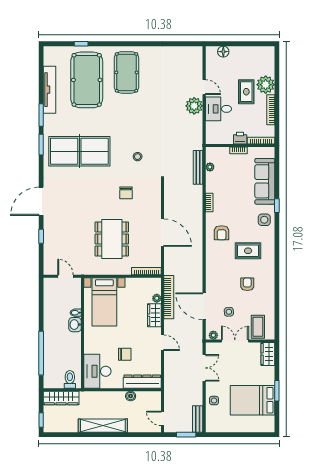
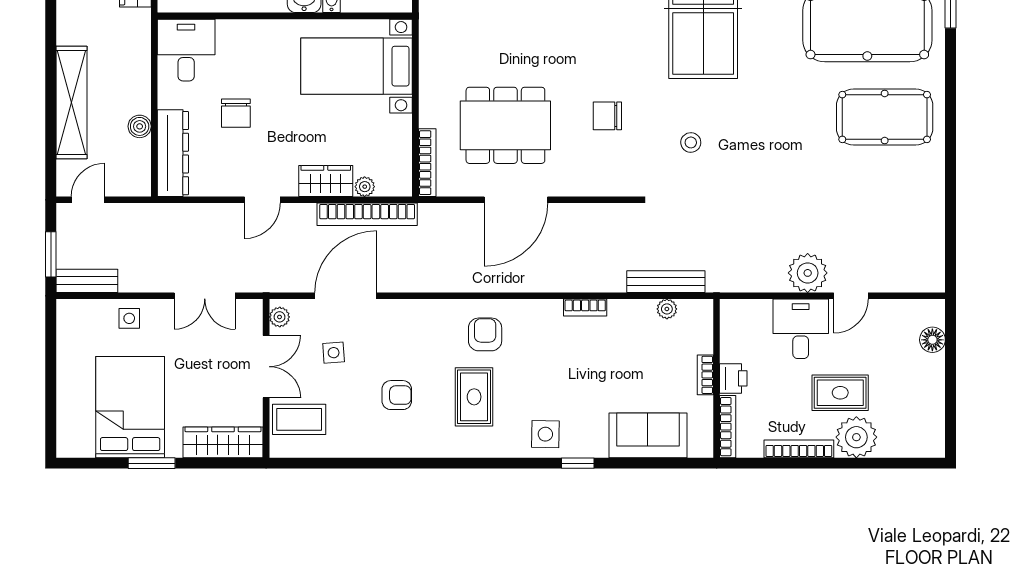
sofa: (265, 181) -> (648, 435), width x0.73
armchair: (222, 233) -> (485, 334), moved, turned 90
dining table: (112, 239) -> (505, 125), moved
wardrobe: (268, 354) -> (223, 442), width x1.50
desk: (97, 371) -> (186, 50), width x0.73
shelving: (103, 426) -> (71, 102), moved

